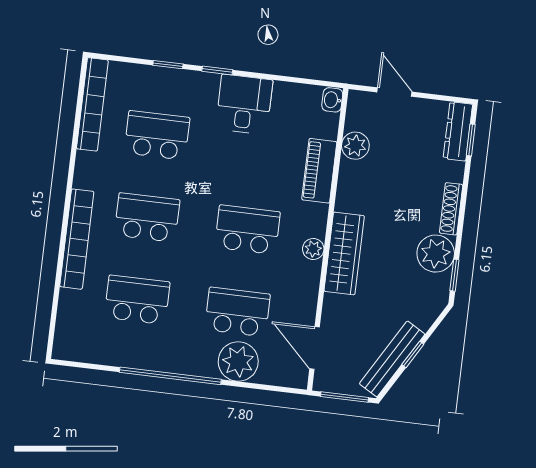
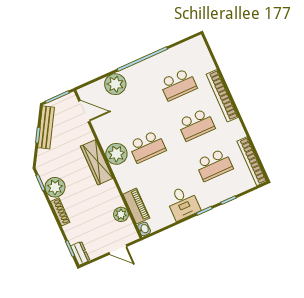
dresser: (458, 131) -> (80, 253), width x0.70
piano: (319, 171) -> (136, 206), moved
plant: (313, 249) -> (116, 154), width x1.88, depth x1.88
school desk: (237, 312) -> (129, 106), removed

